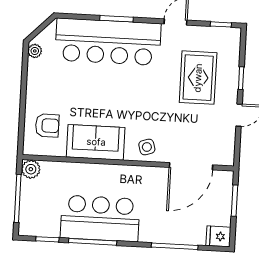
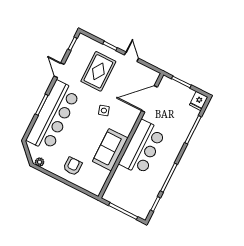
rug: (198, 78) -> (98, 71), turned 90
armchair: (47, 126) -> (73, 166), moved
side table: (147, 147) -> (104, 111), moved
door: (191, 166) -> (149, 99), swing flipped
plant: (31, 169) -> (109, 195), removed
bar counter: (100, 218) -> (142, 148), moved, turned 180

